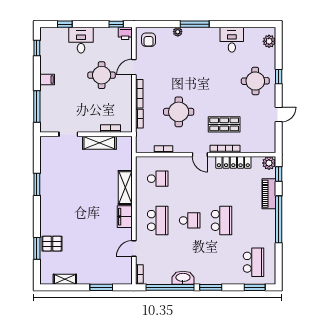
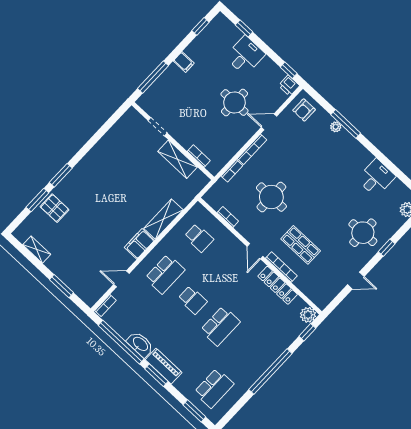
window: (195, 24) -> (346, 124), moved
window: (37, 184) -> (61, 175), moved
piano: (269, 194) -> (164, 366), moved, turned 90

